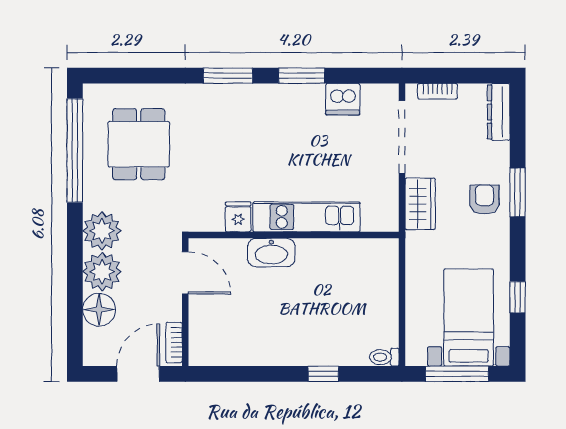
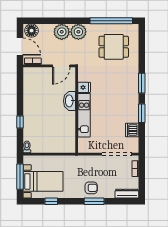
wardrobe: (420, 204) -> (89, 162), removed
floor lamp: (99, 310) -> (31, 31), moved

